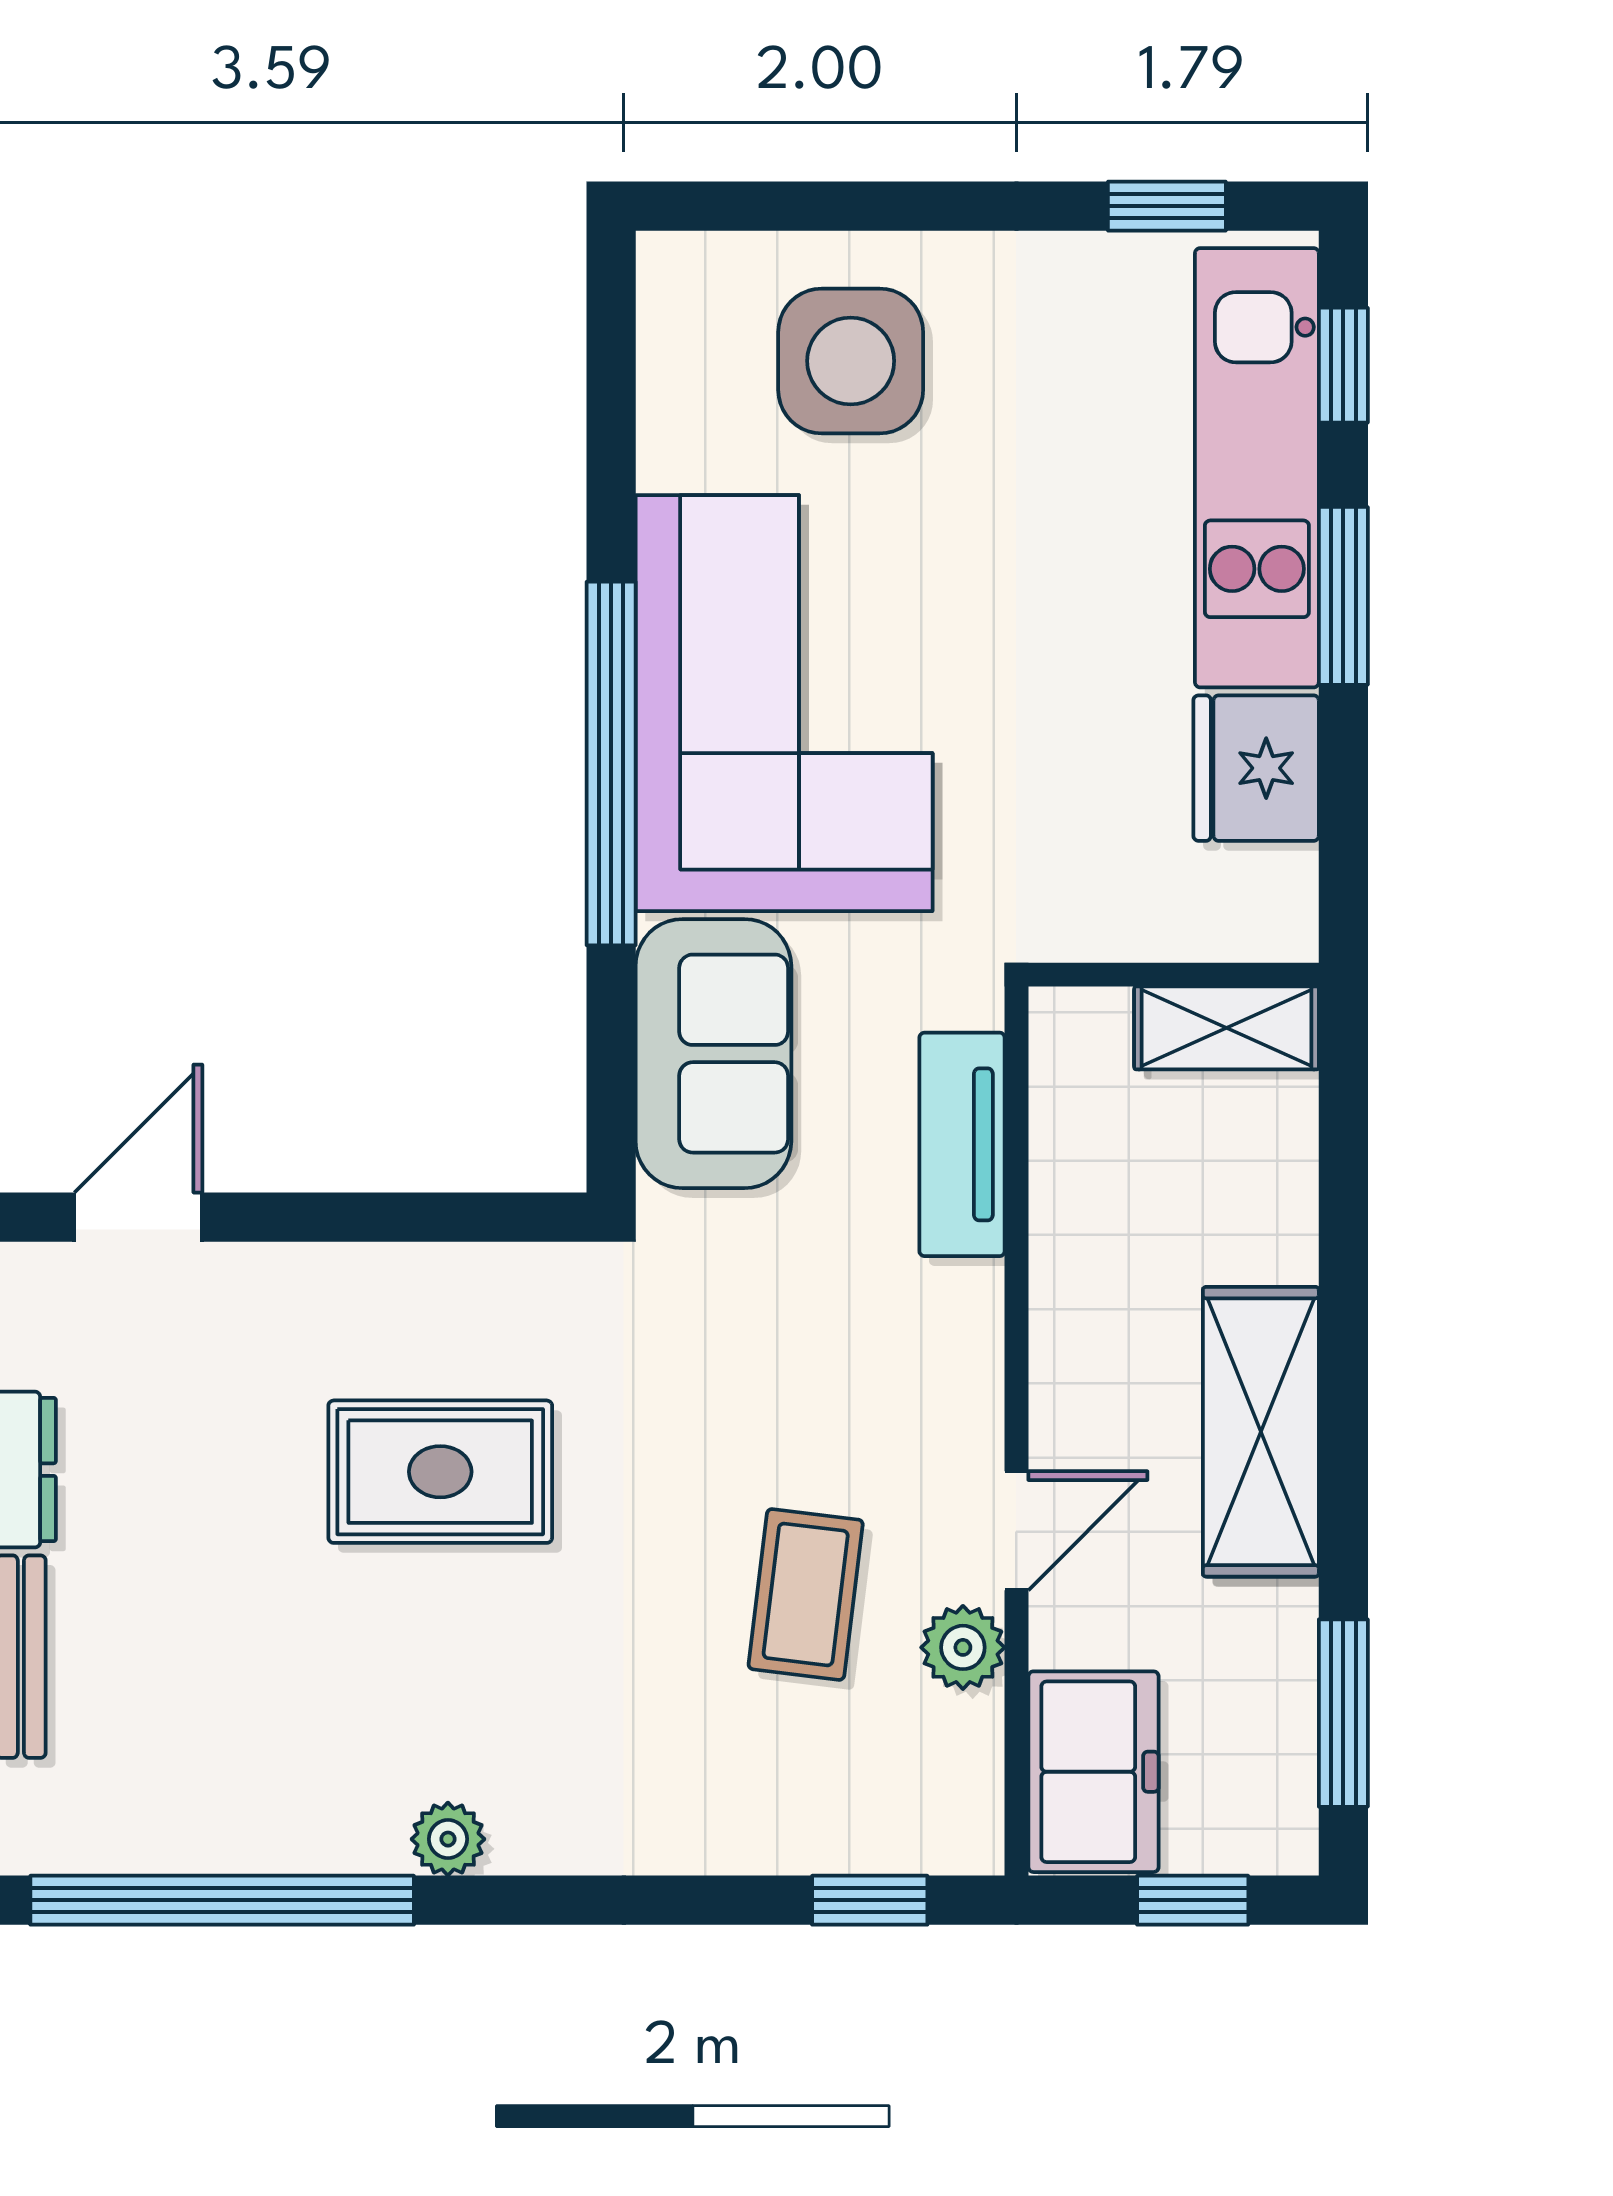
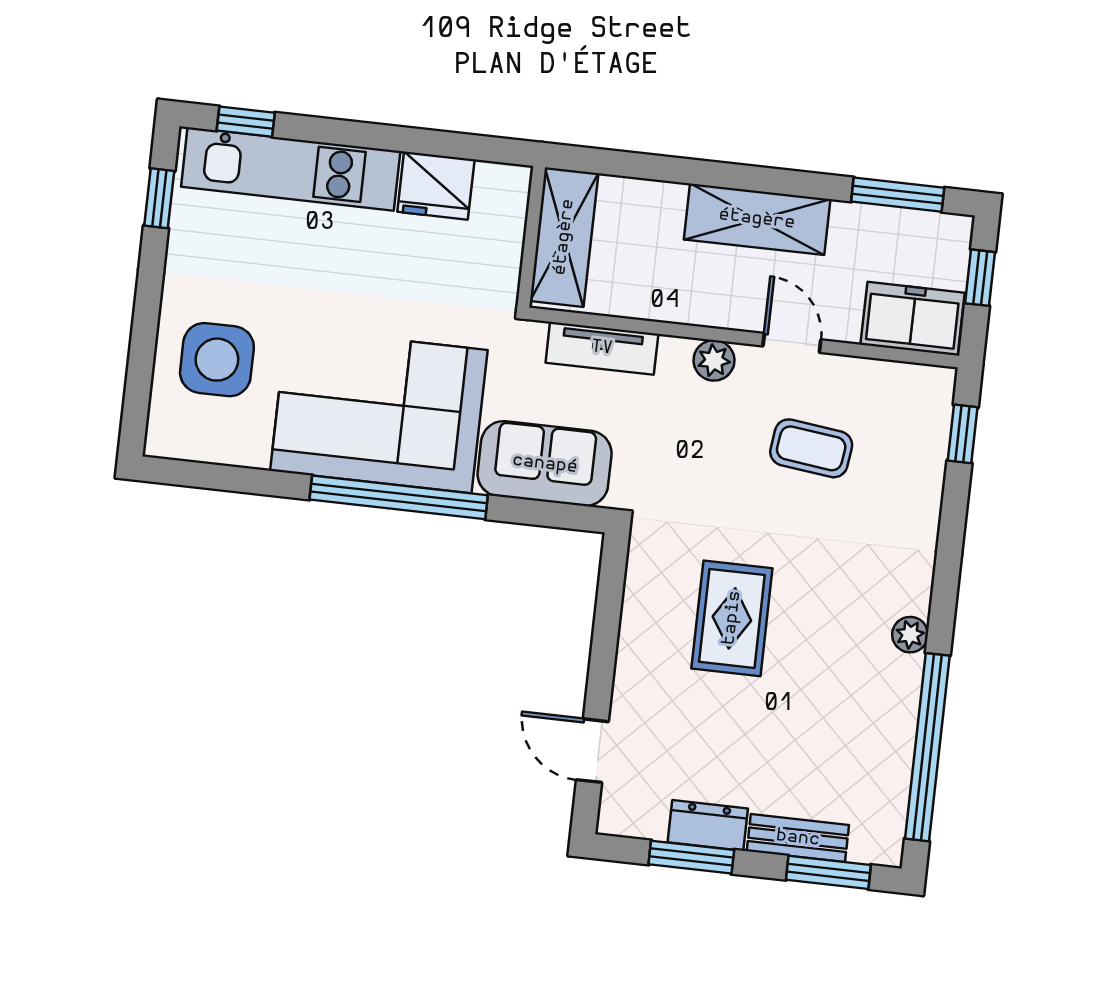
window: (1343, 596) -> (357, 134), removed
shelving: (1226, 1028) -> (564, 237), width x1.50, depth x1.33
plant: (963, 1647) -> (714, 360), moved

